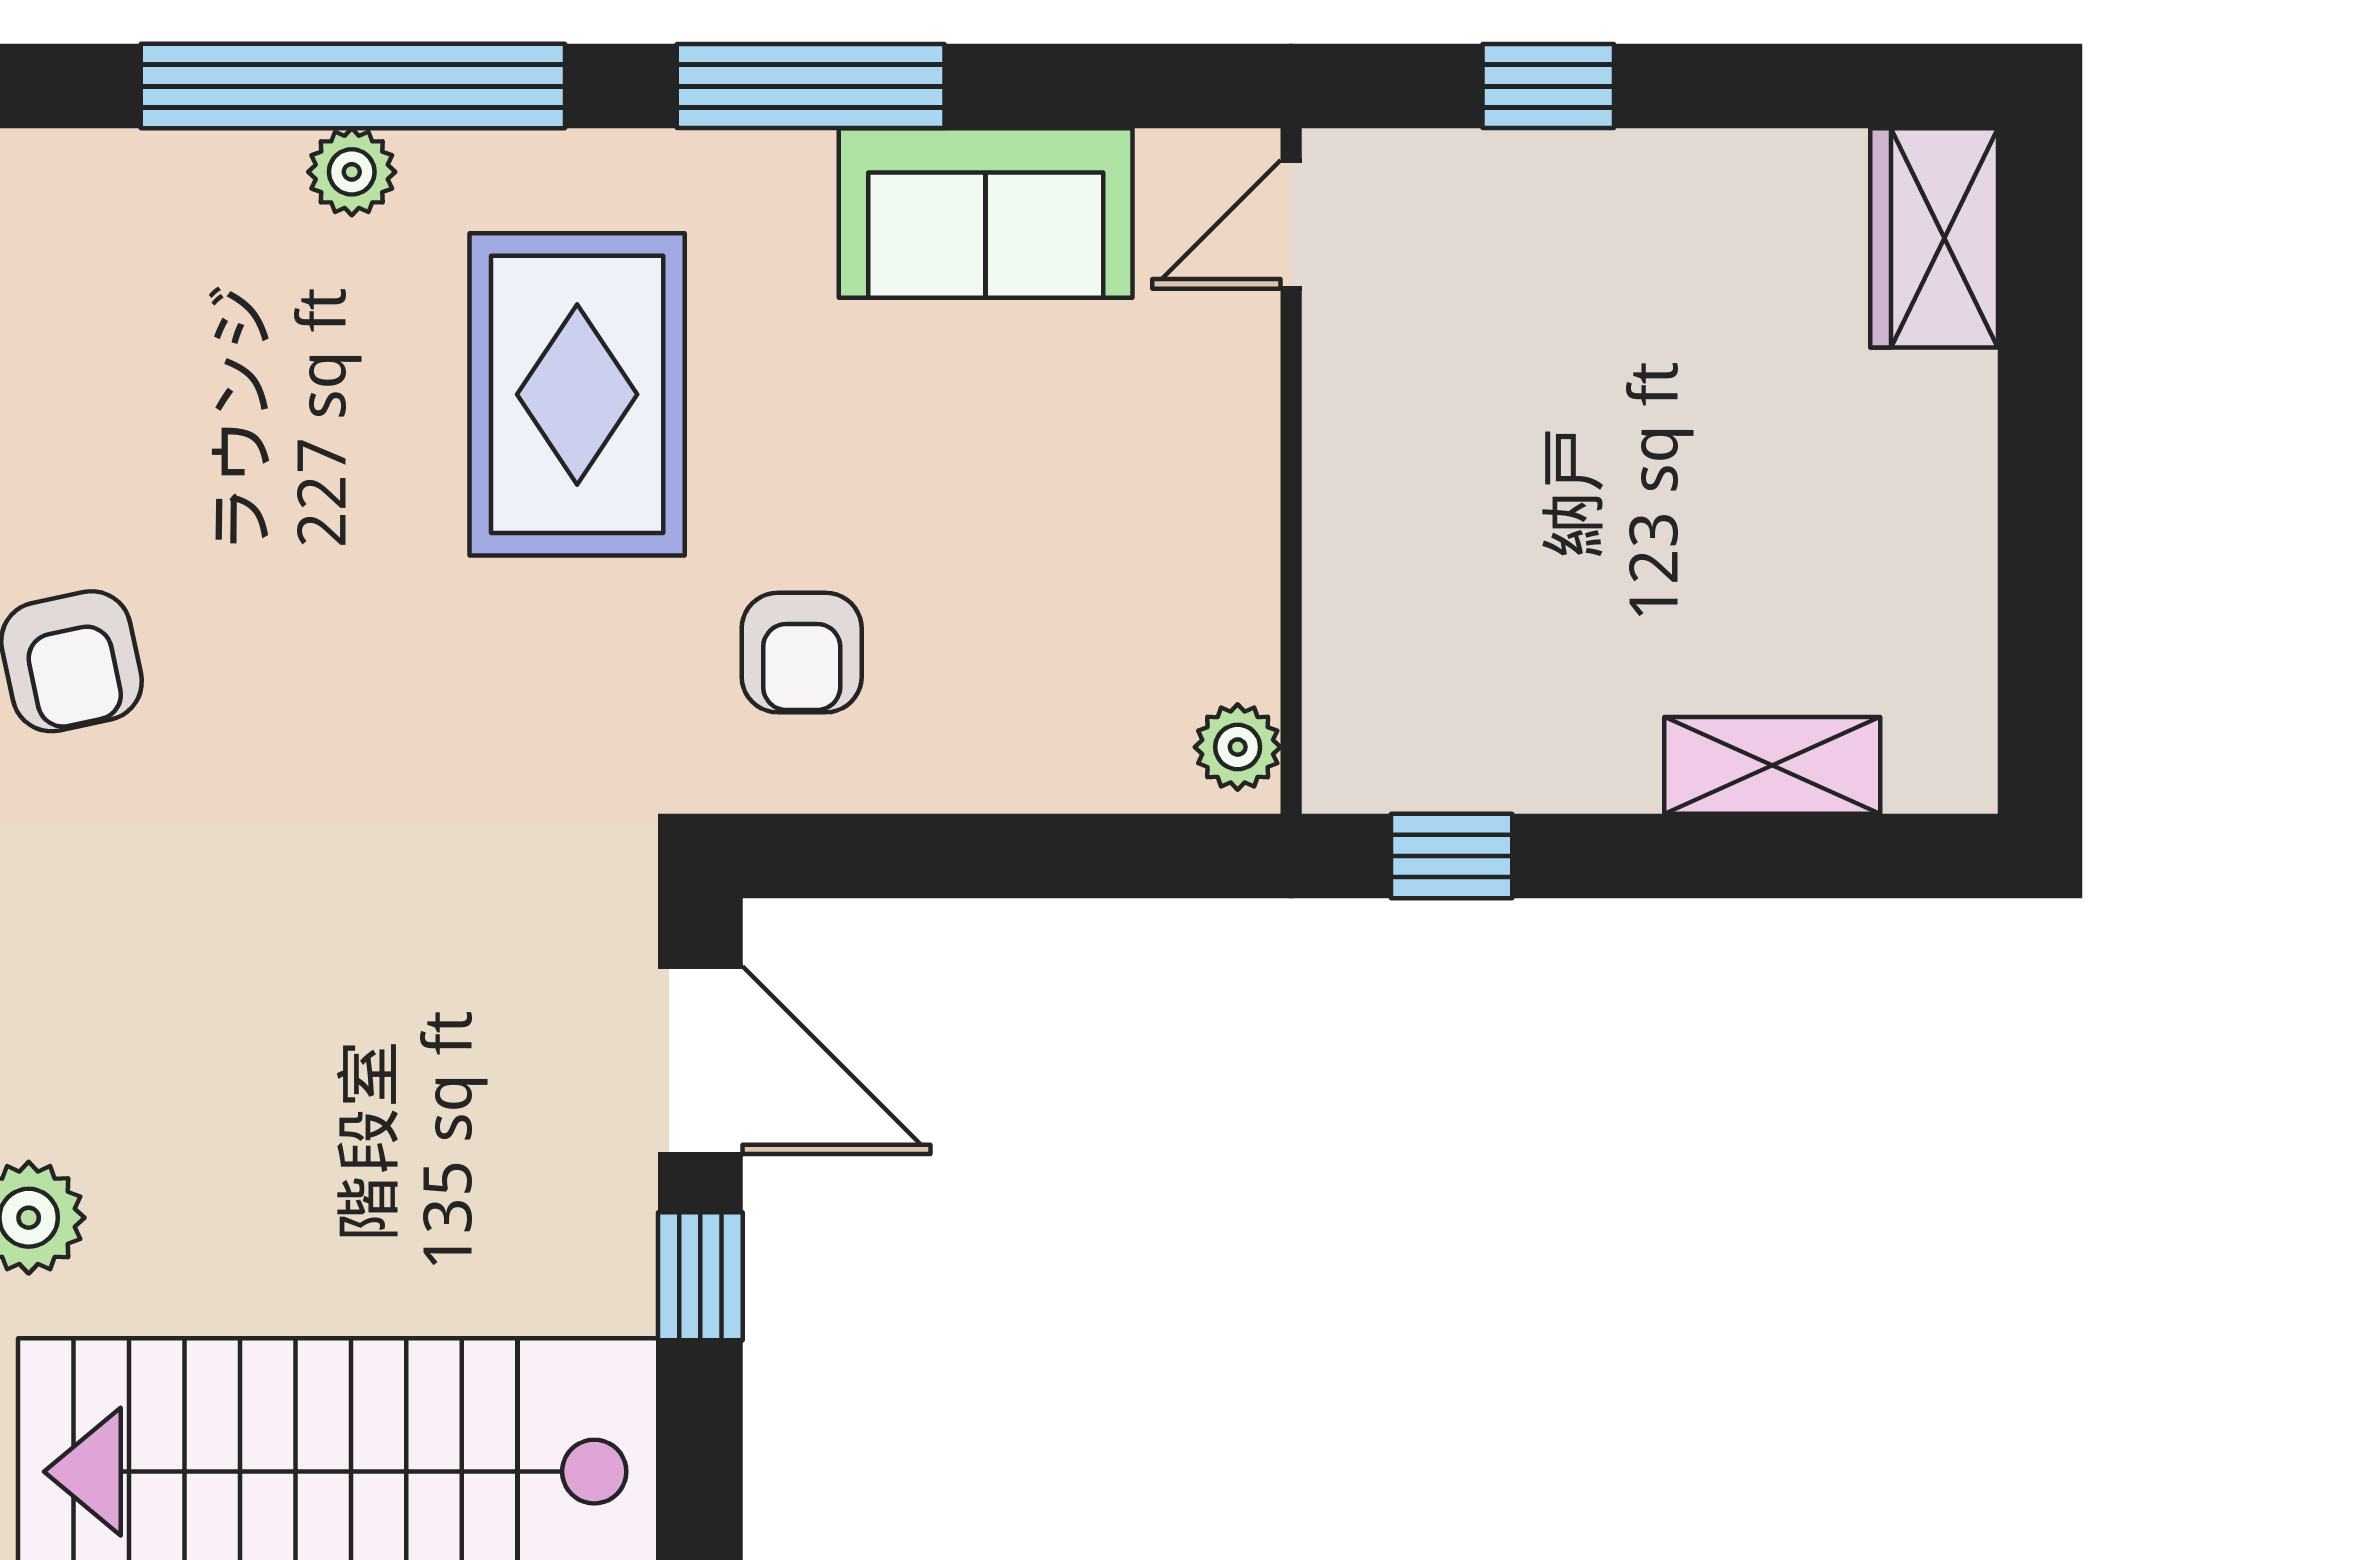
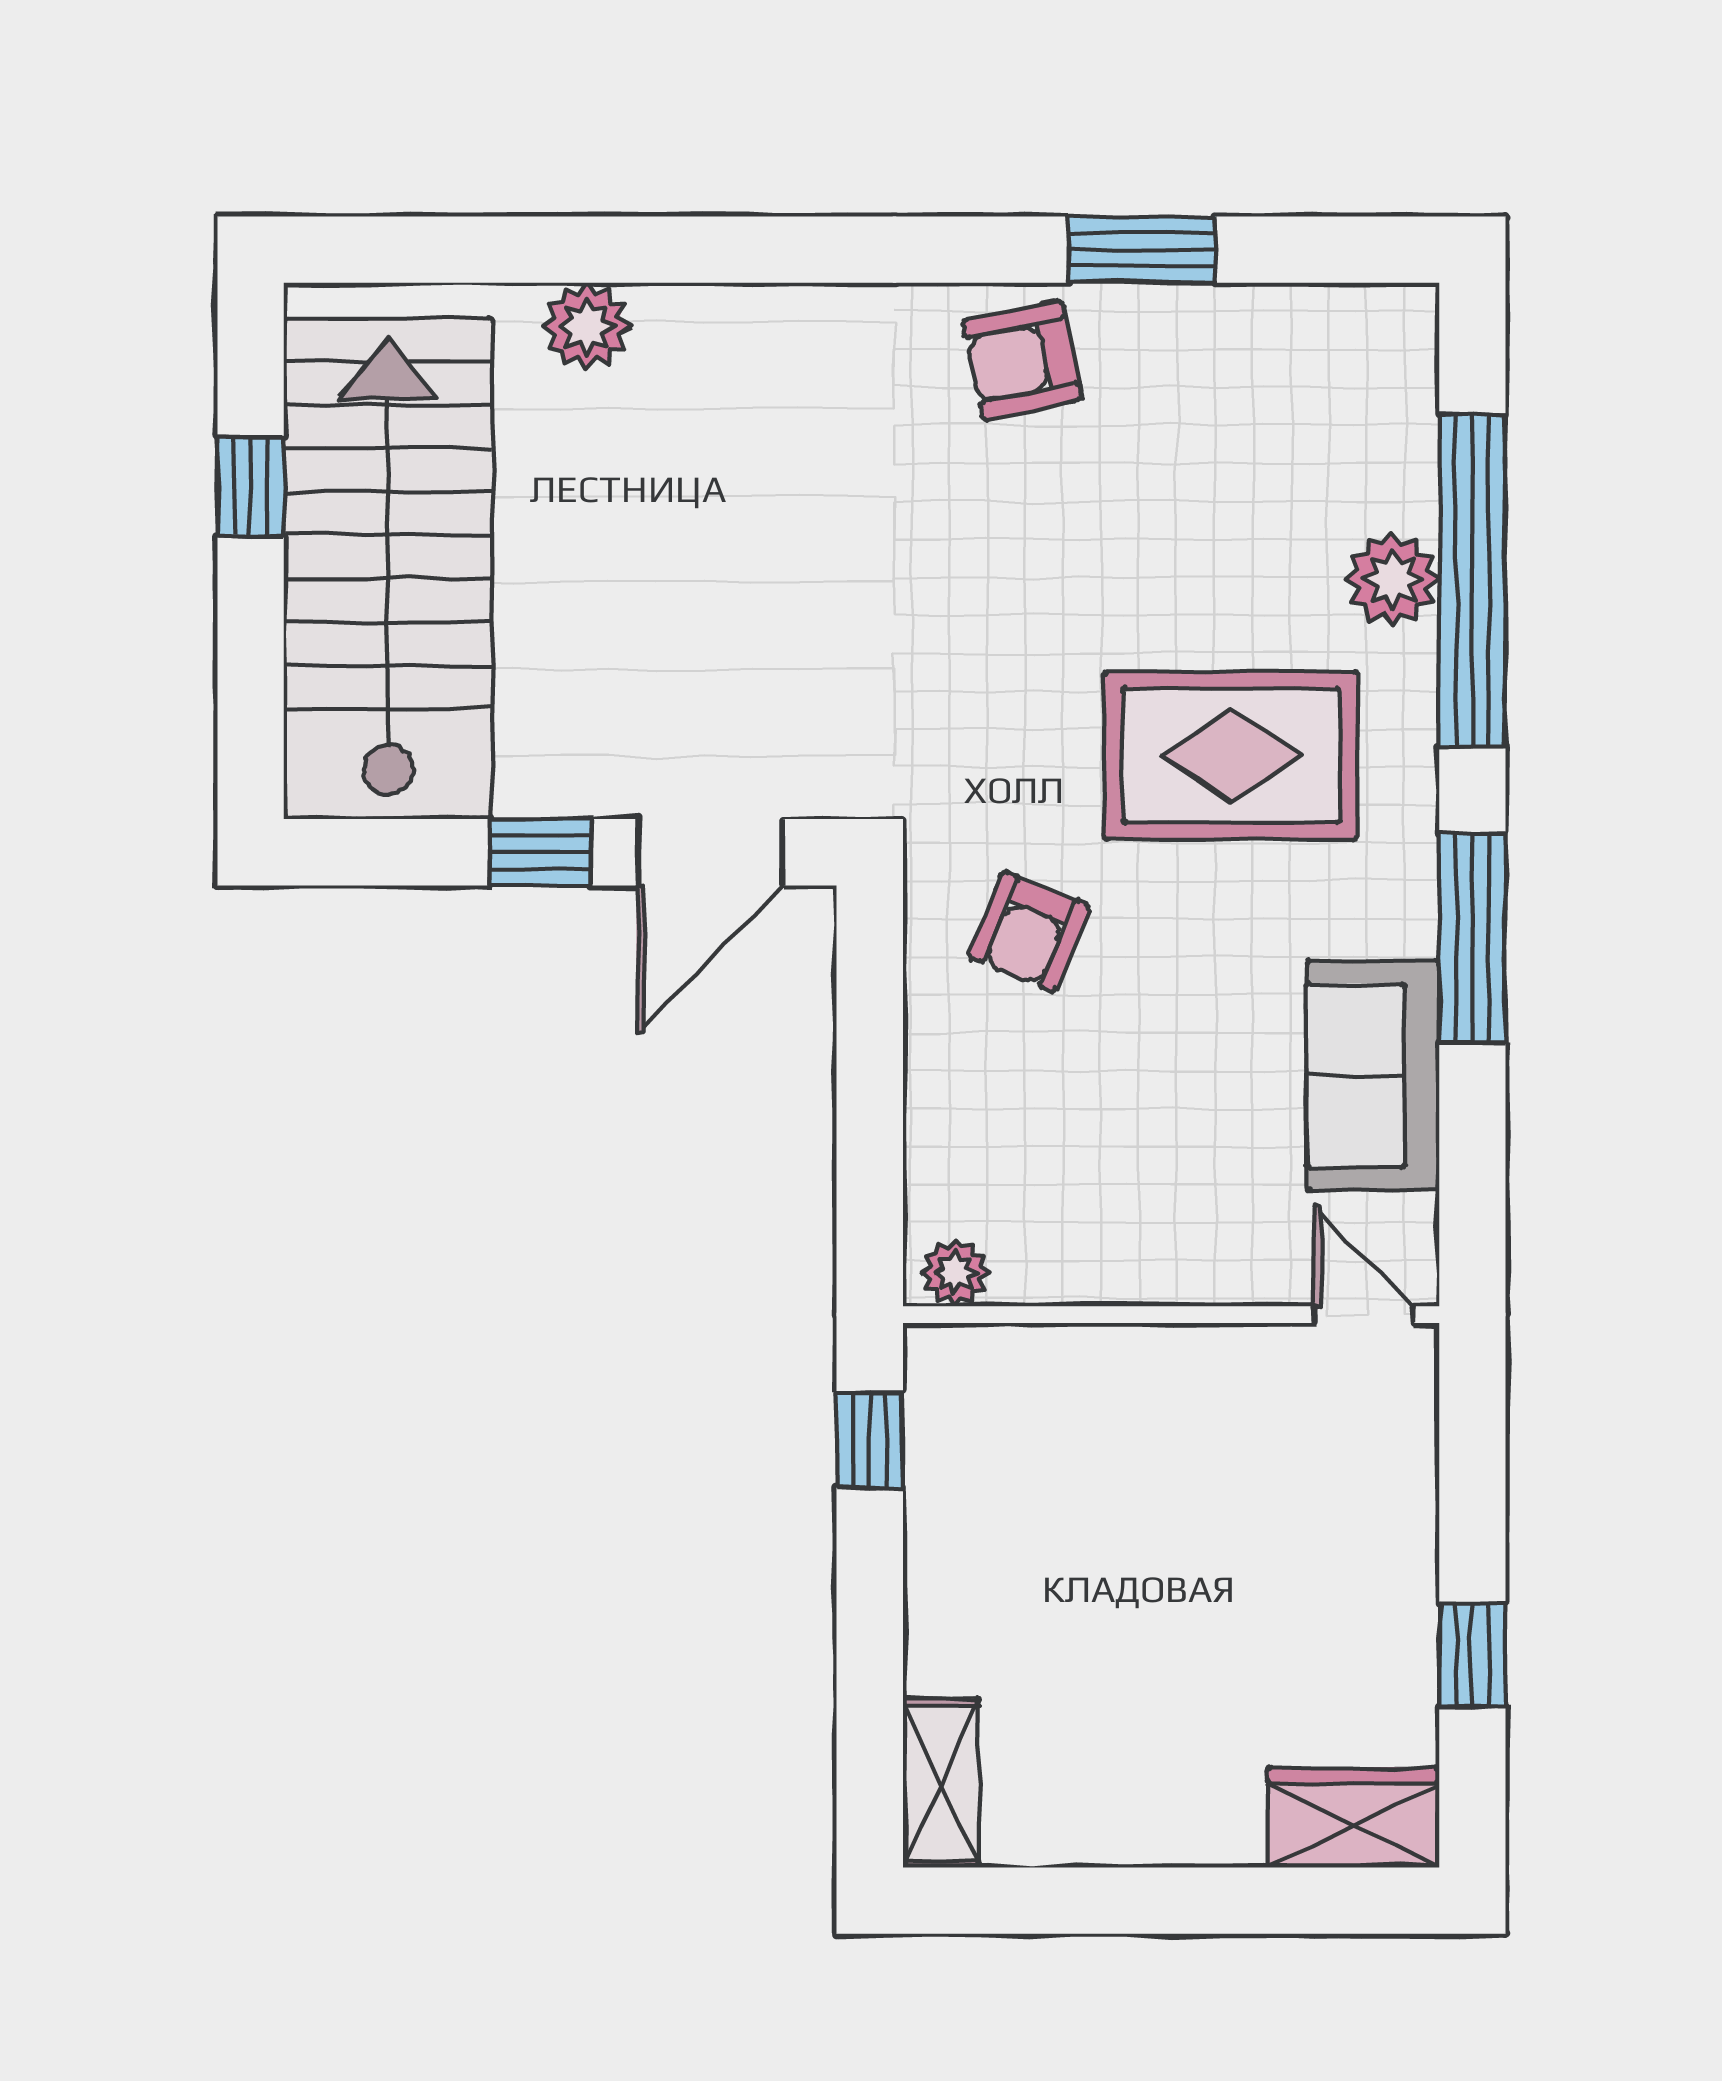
window: (1548, 86) -> (1472, 1655), moved
plant: (352, 172) -> (1392, 579), width x1.38, depth x1.38
armchair: (802, 653) -> (1029, 932), turned -68
shelving: (1772, 765) -> (941, 1783), moved

